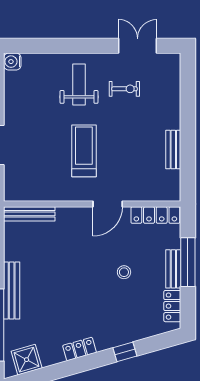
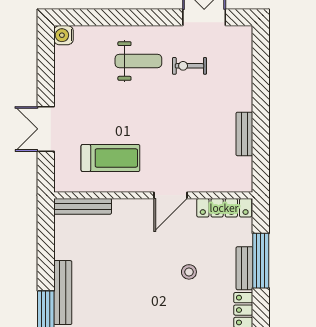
weight bench: (79, 85) -> (138, 61), turned 90
exercise bike: (124, 89) -> (189, 66), turned 180
treadmill: (84, 151) -> (110, 158), moved, turned 90

